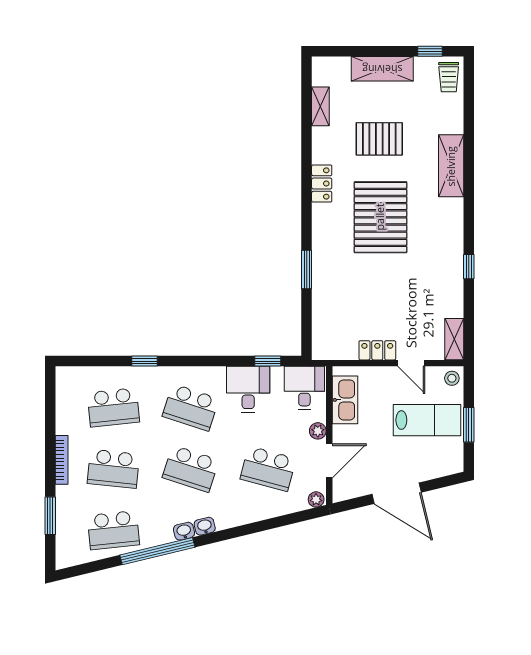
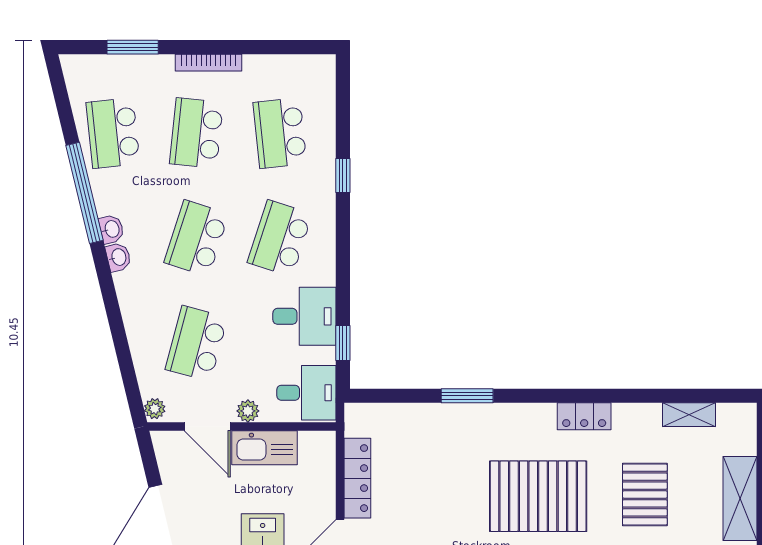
locker: (377, 350) -> (357, 478), width x1.53
kitchen sink: (345, 400) -> (264, 448), moved

